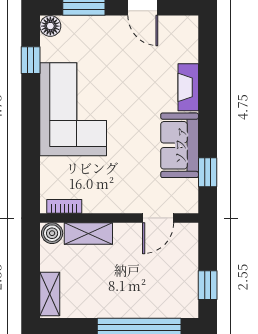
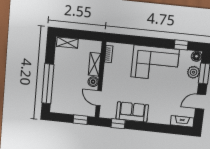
plant: (83, 28) -> (194, 72), added
fireplace: (188, 87) -> (182, 121), moved
boiler: (52, 233) -> (93, 82), moved
window: (208, 285) -> (80, 120), moved

